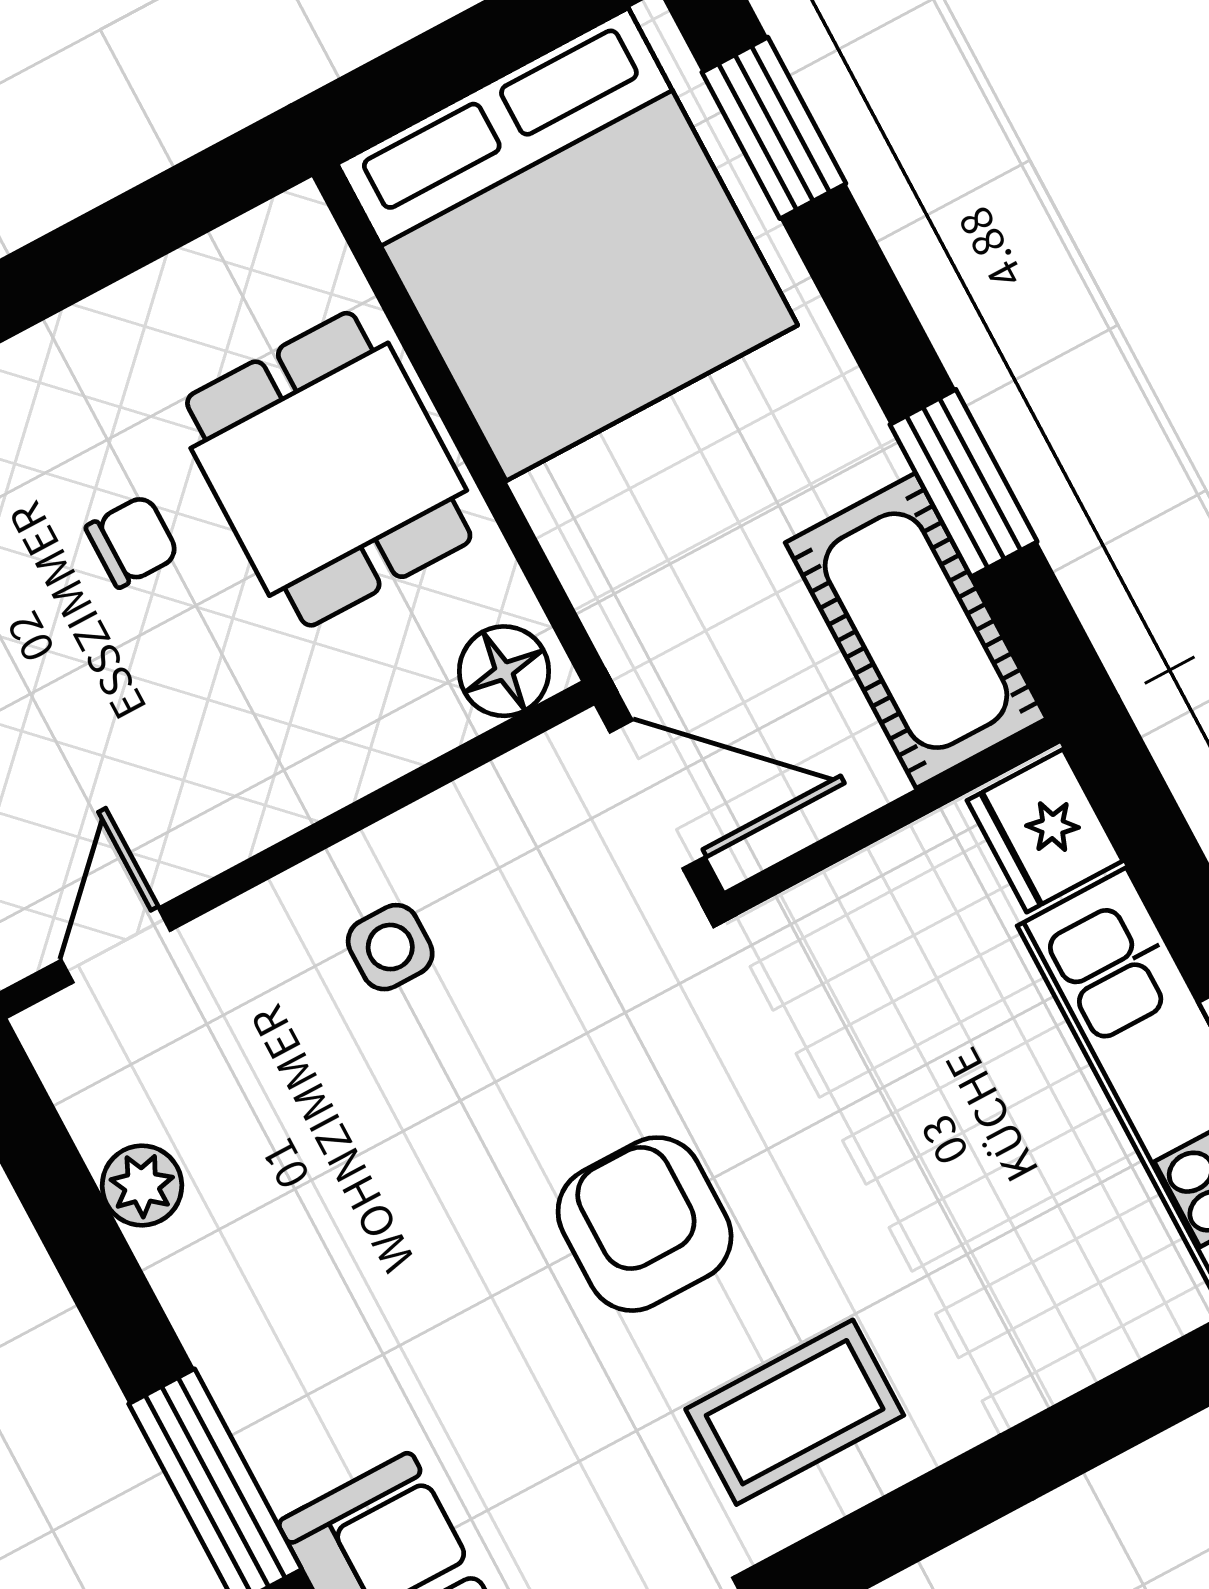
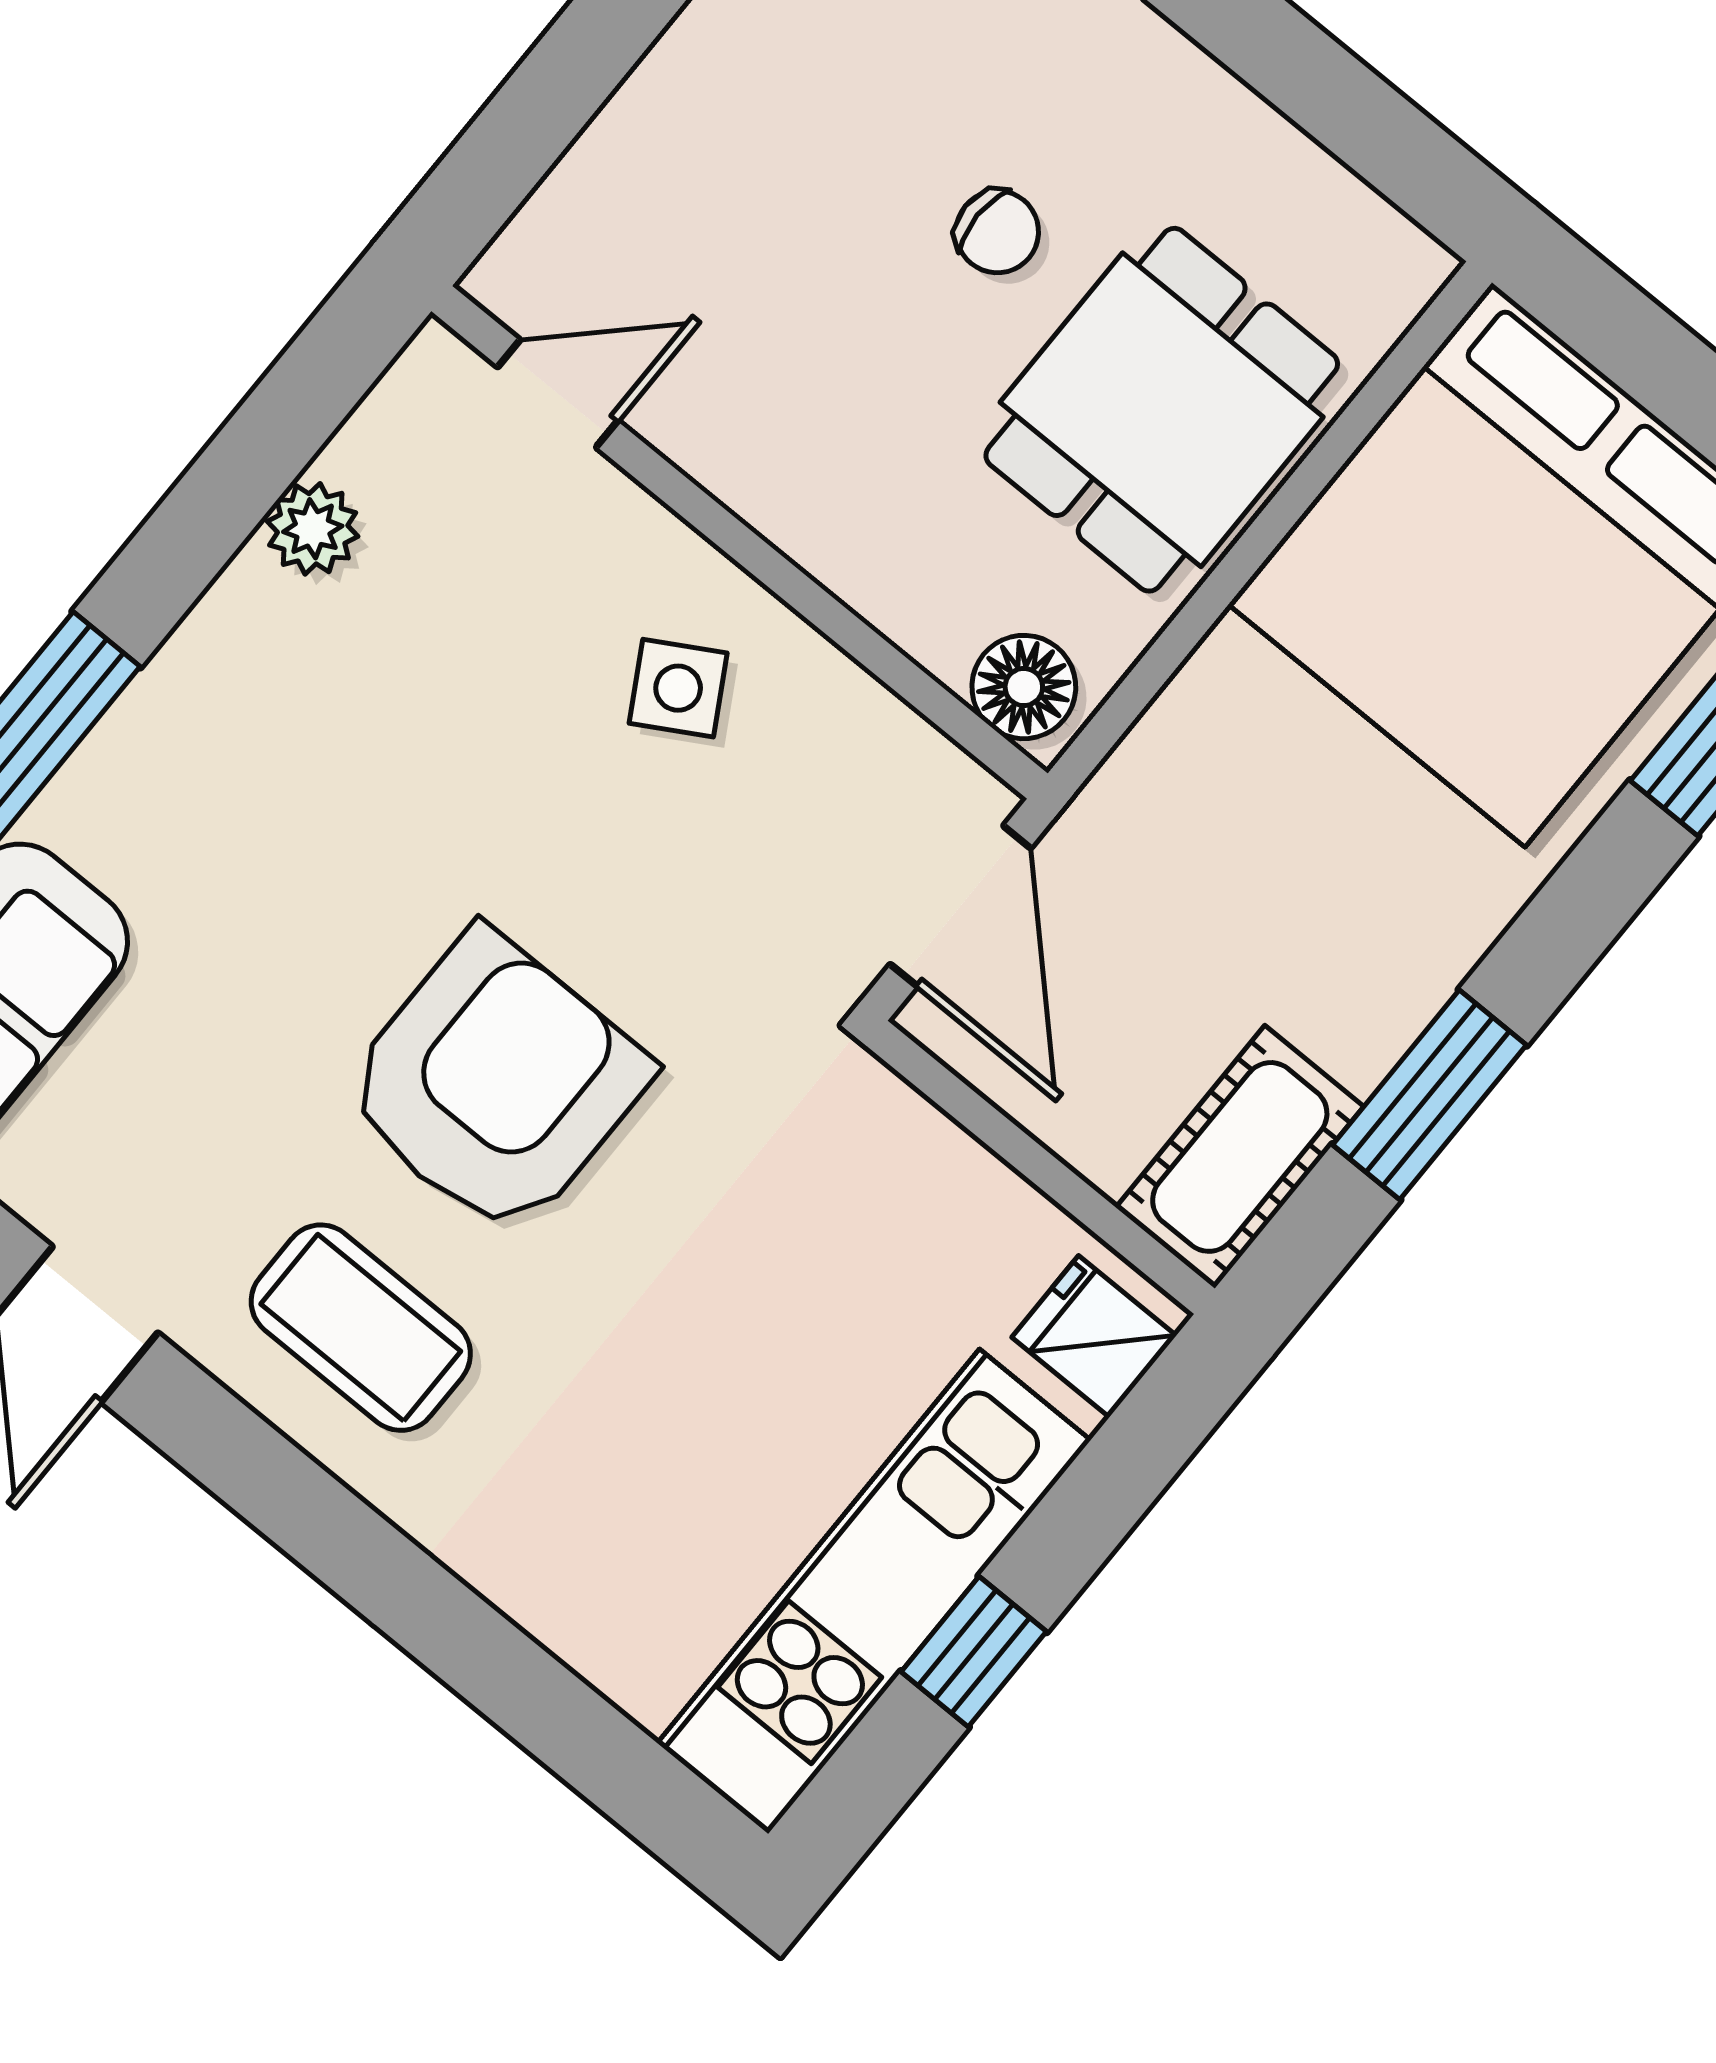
cot: (916, 631) -> (1240, 1157), width x0.73, depth x0.75
fridge: (1045, 831) -> (1094, 1336), width x0.72
side table: (390, 947) -> (678, 688), turned -30
armchair: (645, 1224) -> (495, 1083), width x1.36, depth x1.36

